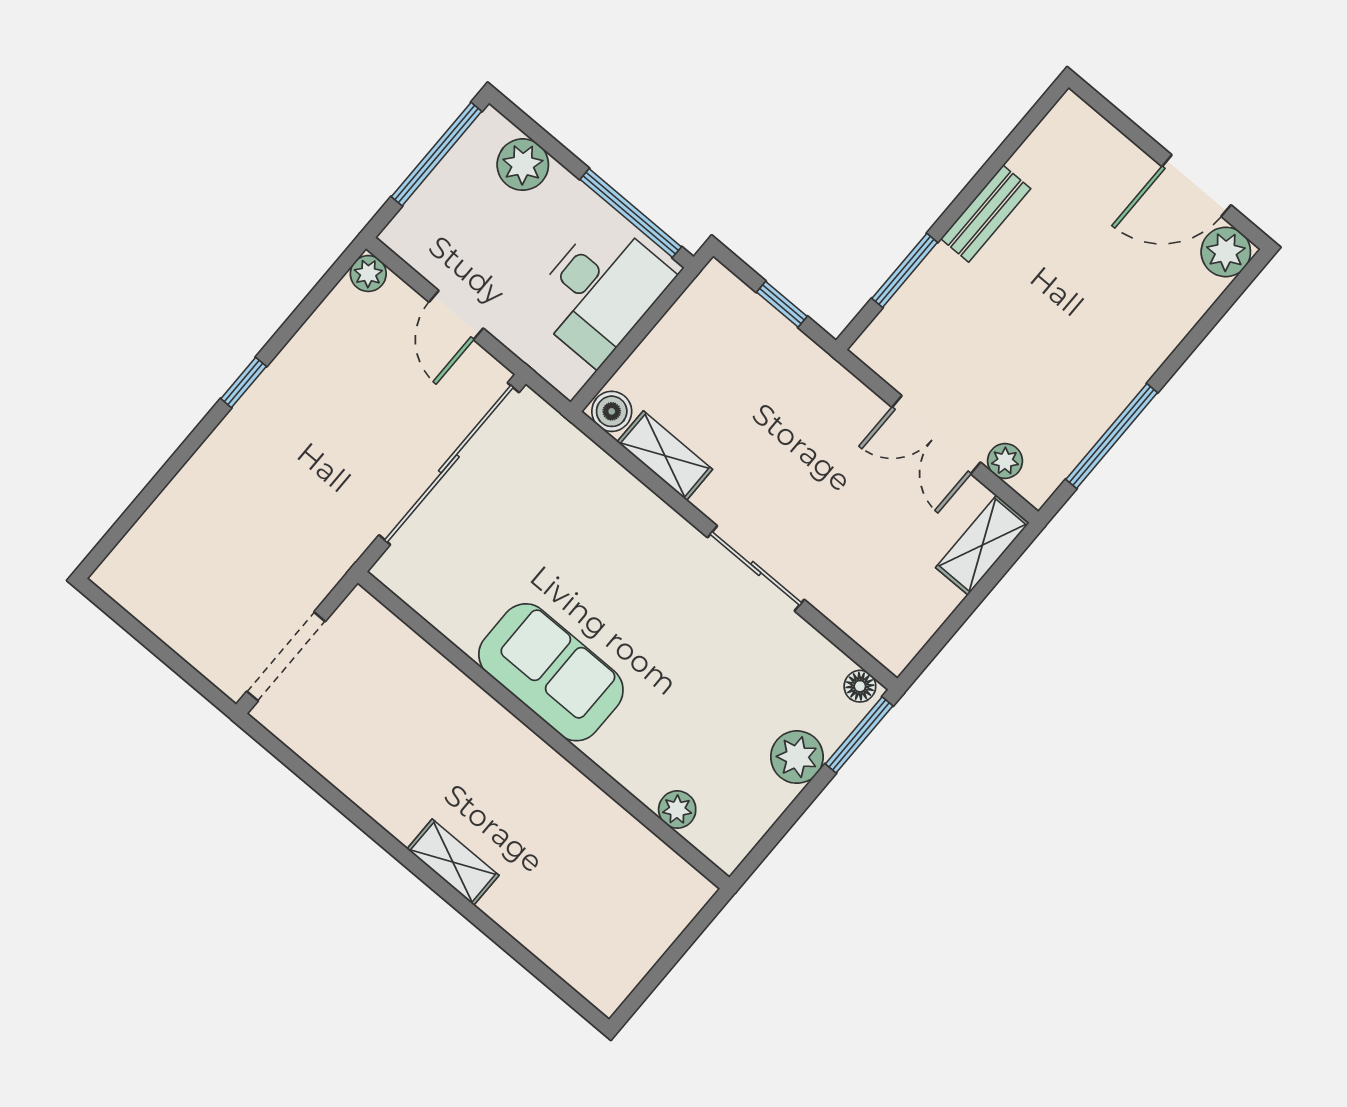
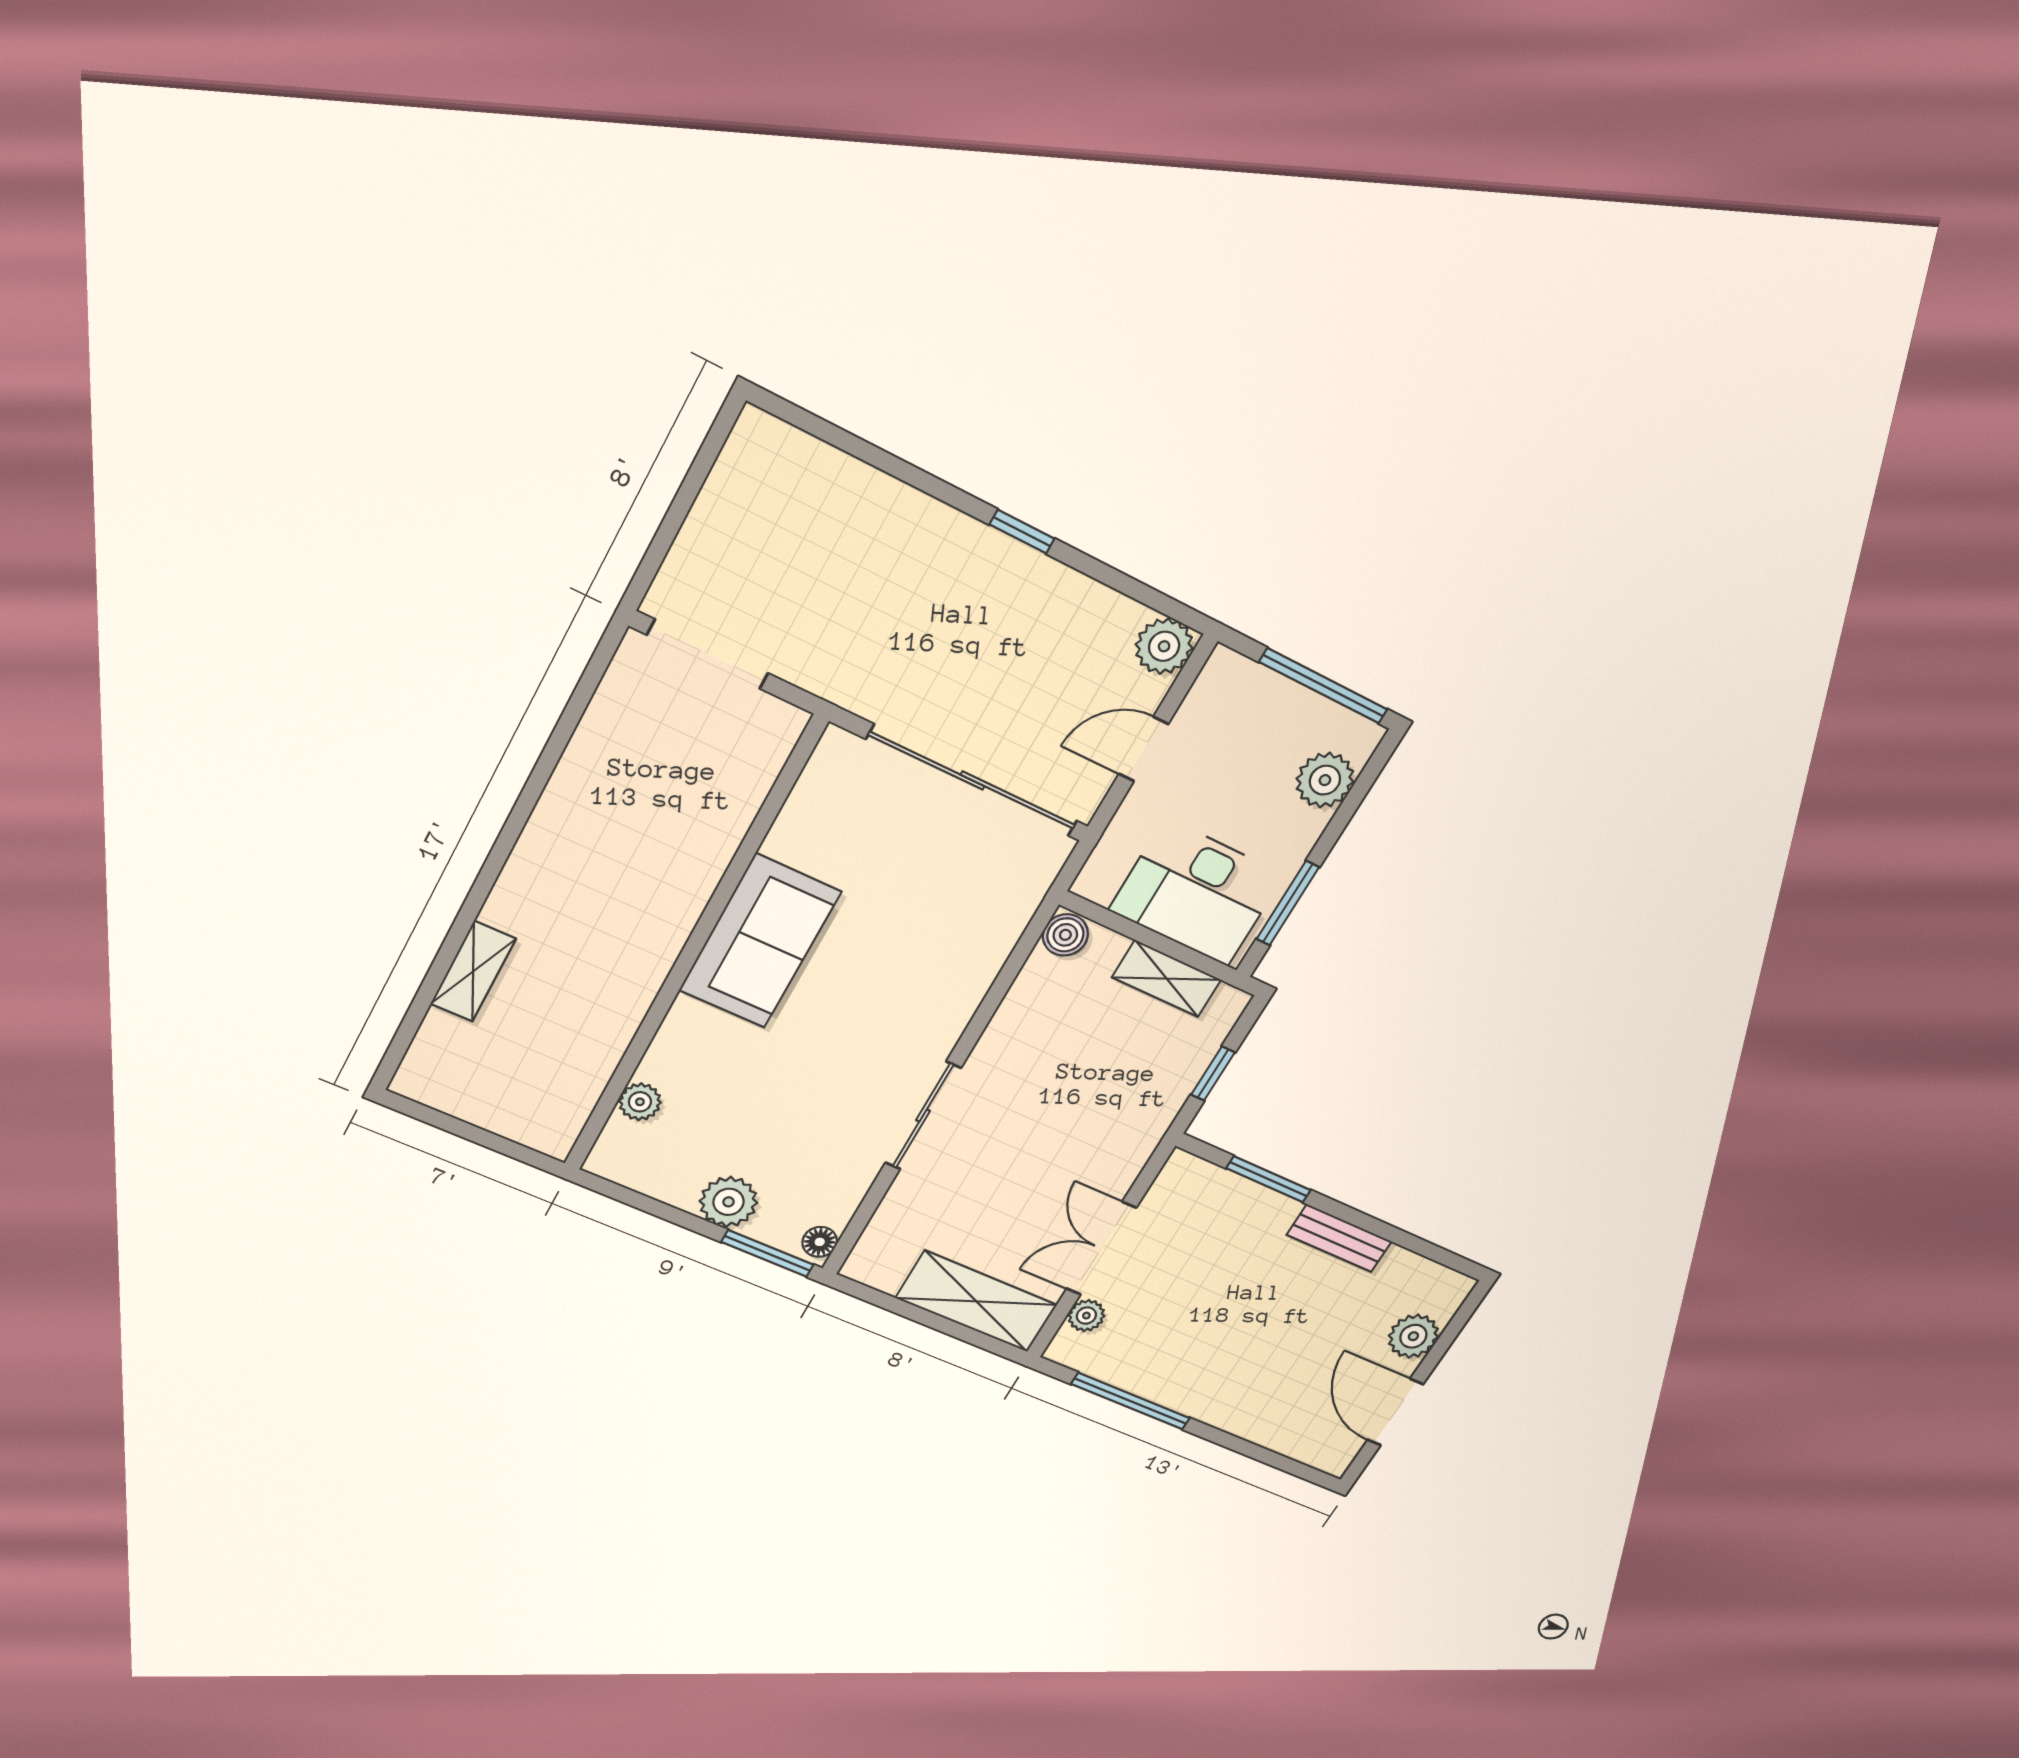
window: (631, 213) -> (1288, 903), width x0.69
plant: (1226, 252) -> (1413, 1336), moved
plant: (368, 274) -> (1164, 646), width x1.38, depth x1.38
shelving: (665, 456) -> (1167, 979), moved, turned 90
shelving: (982, 545) -> (976, 1301), width x1.50, depth x1.33
shelving: (453, 862) -> (473, 971), moved

